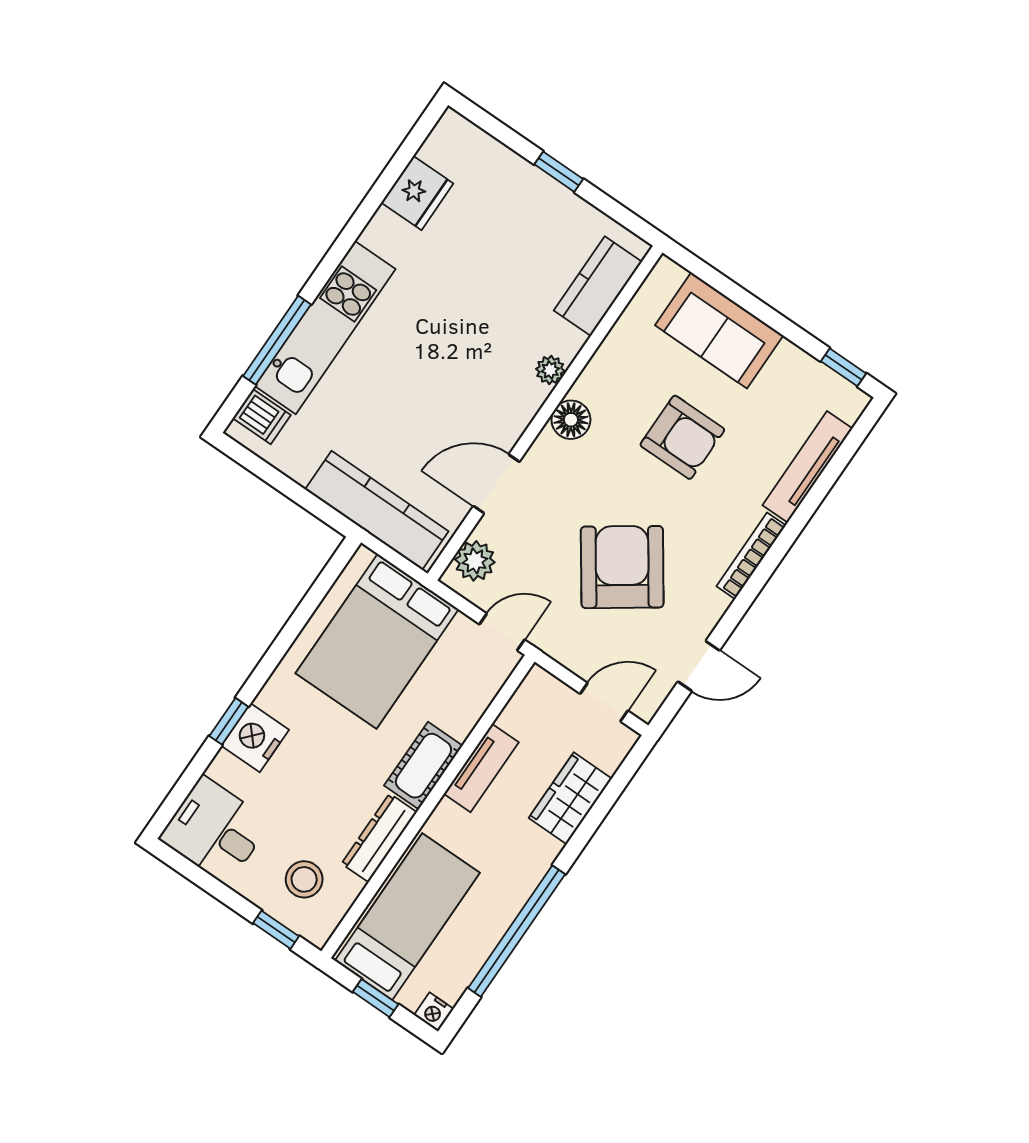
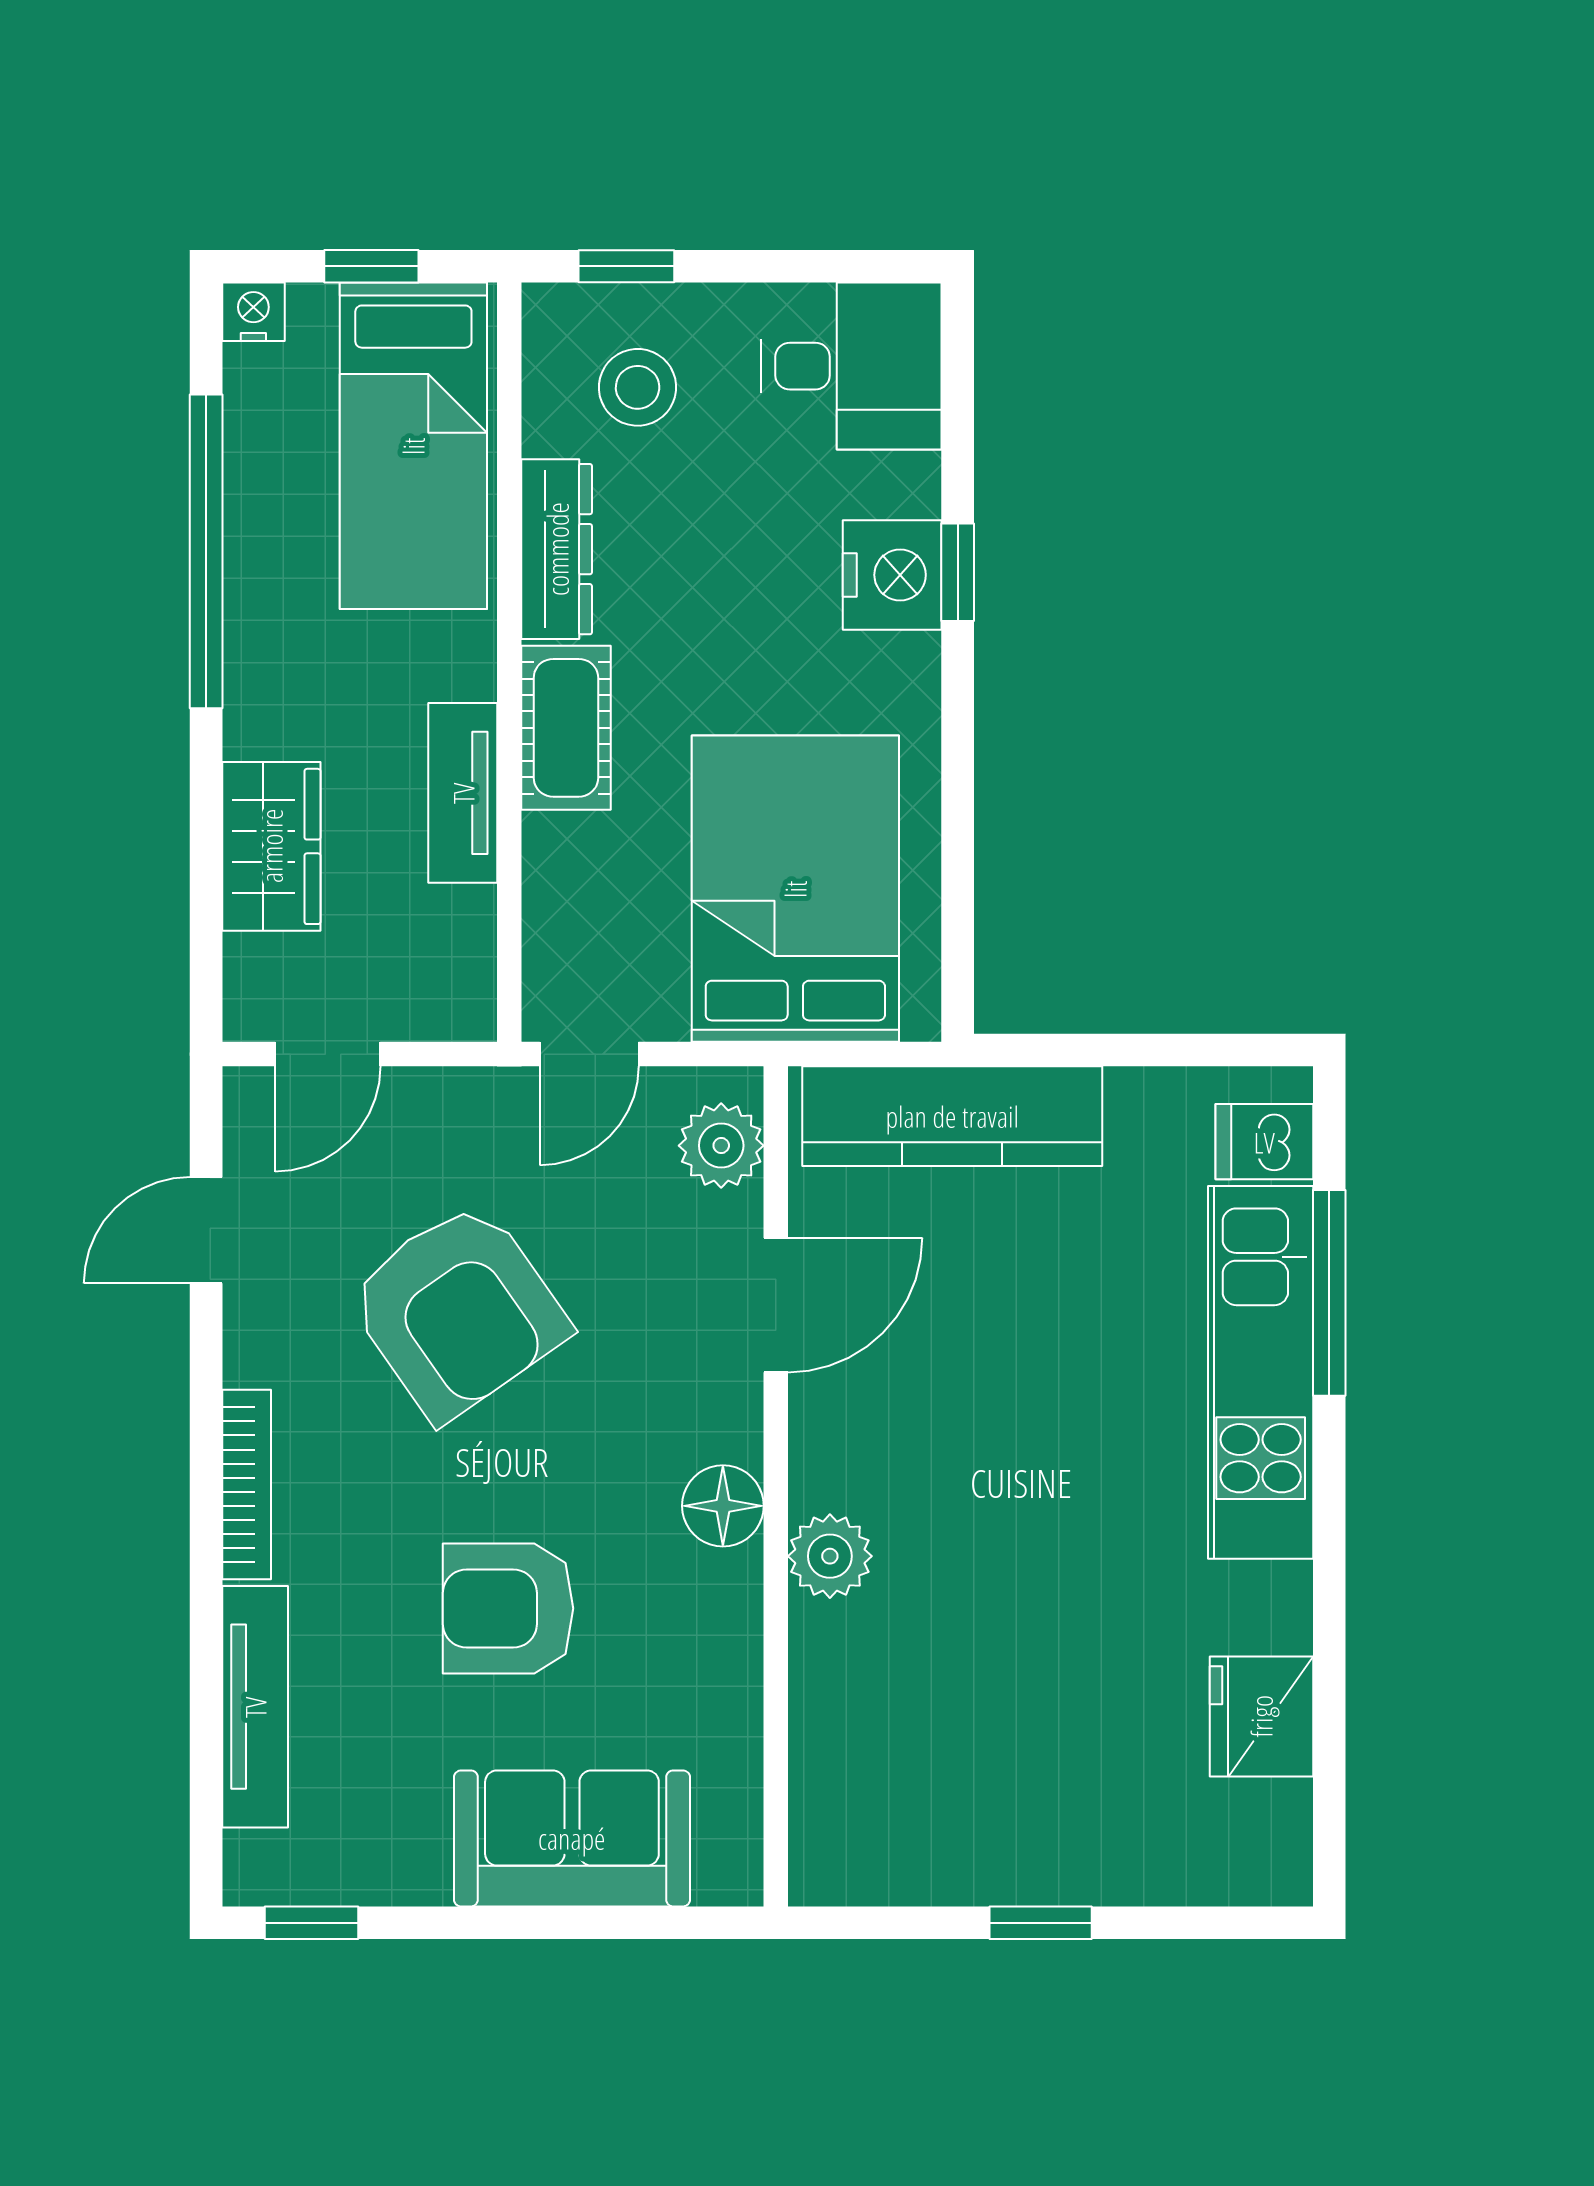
kitchen counter: (598, 286) -> (836, 1770), removed
plant: (550, 370) -> (830, 1556), width x1.38, depth x1.38

